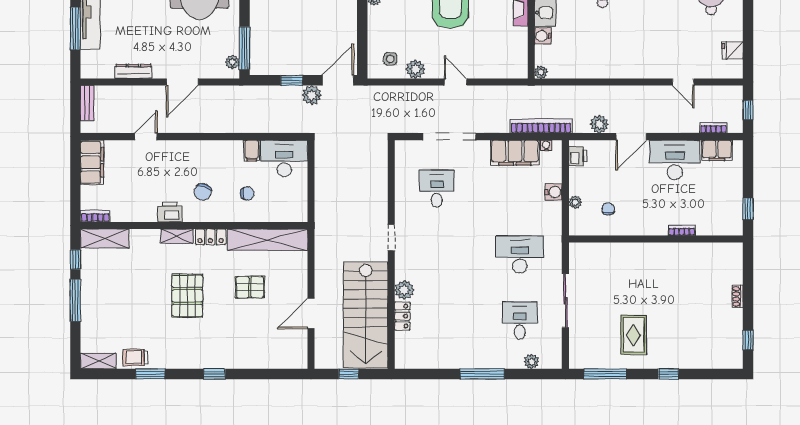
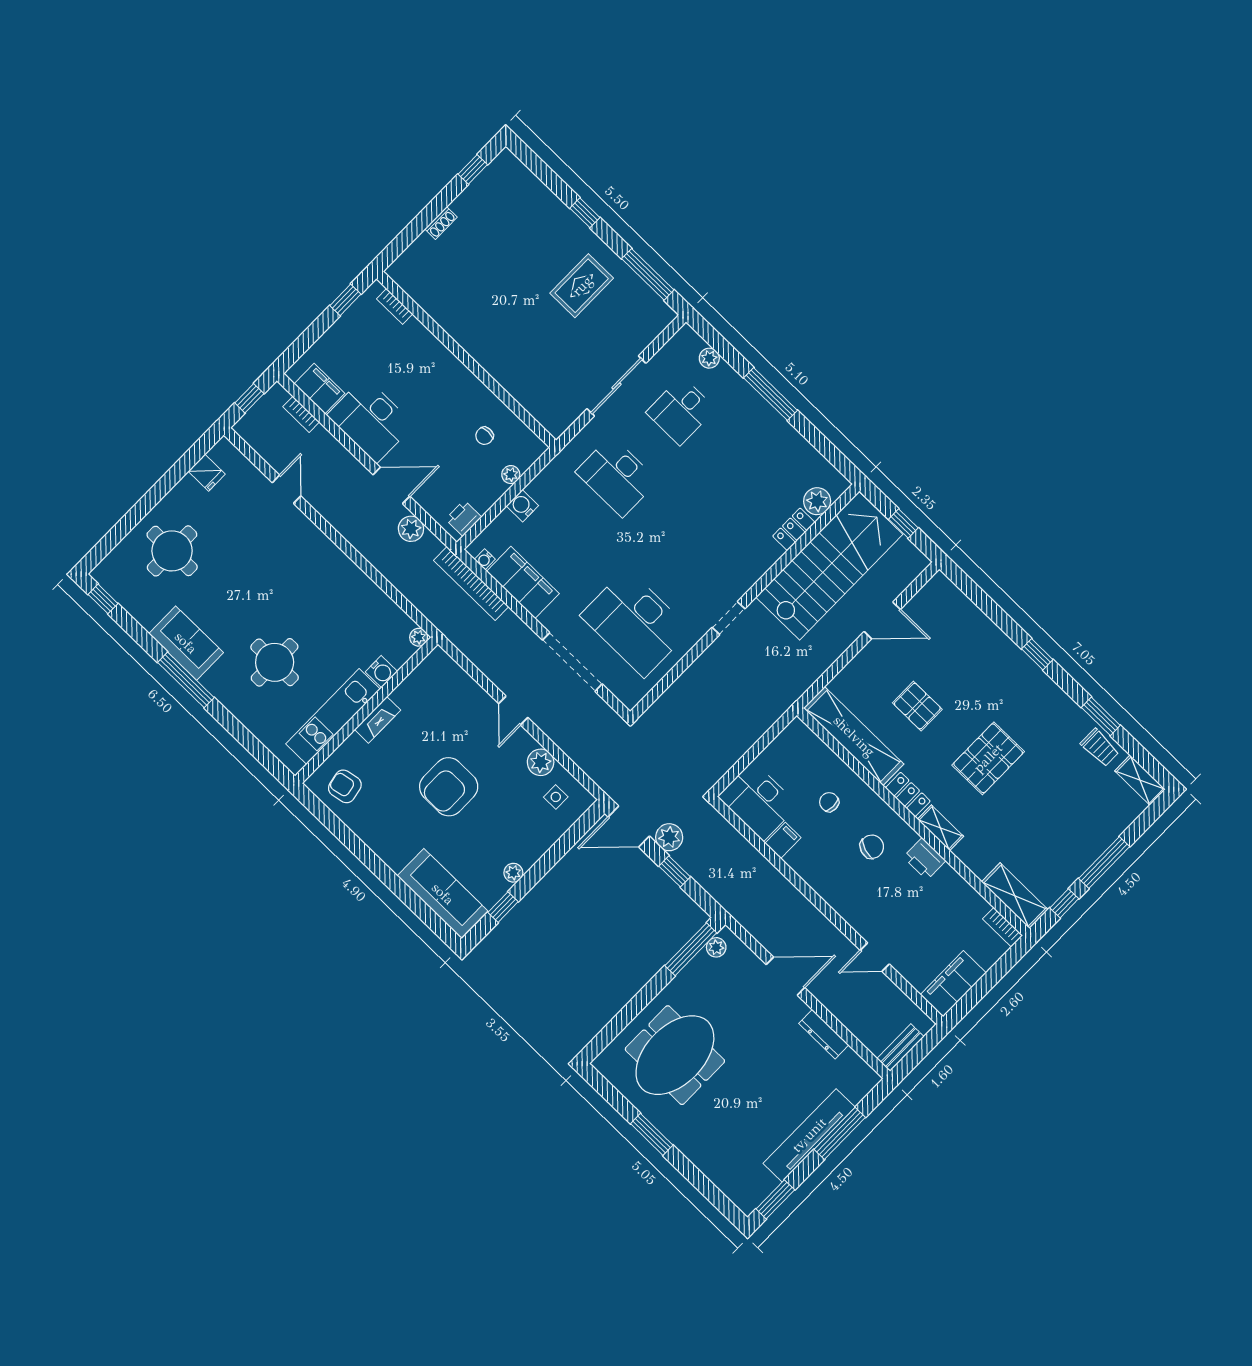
desk: (437, 188) -> (635, 623), width x1.87, depth x1.30
bookcase: (682, 230) -> (395, 306), moved
plant: (404, 290) -> (817, 501), moved

